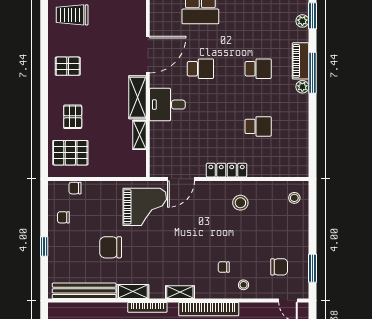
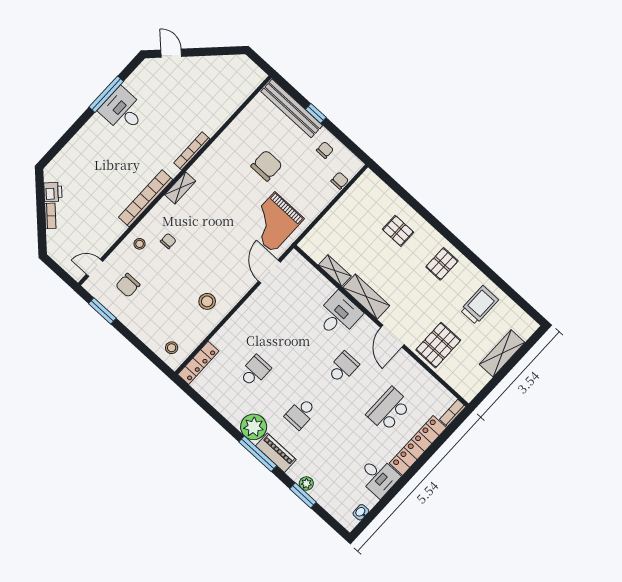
door: (148, 55) -> (392, 336), width x0.73
school desk: (200, 69) -> (343, 368), turned 180
plant: (302, 87) -> (254, 427), width x1.88, depth x1.88
school desk: (258, 126) -> (255, 371), turned 180
pallet: (70, 153) -> (438, 345), moved
locker: (227, 170) -> (198, 363), moved
bench: (84, 291) -> (292, 108), moved, turned 90
shelving: (133, 292) -> (215, 151), removed

